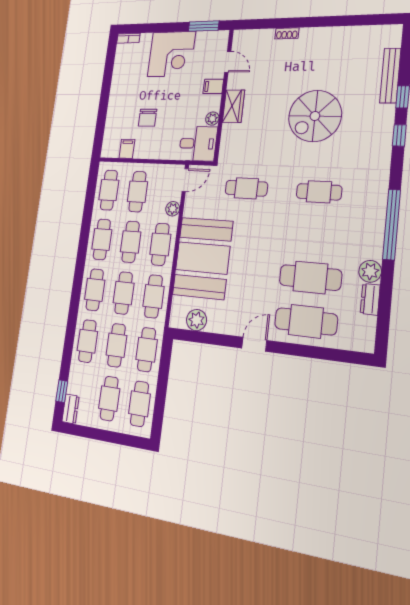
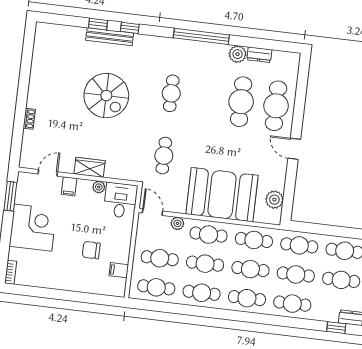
bench: (390, 76) -> (110, 37), moved
chair: (148, 118) -> (91, 250), turned 180

